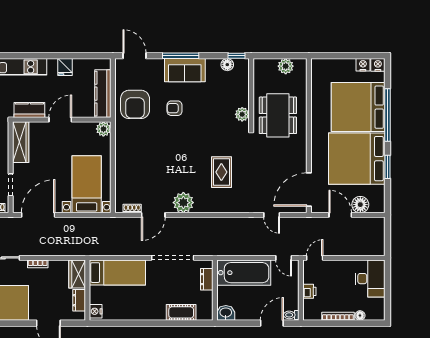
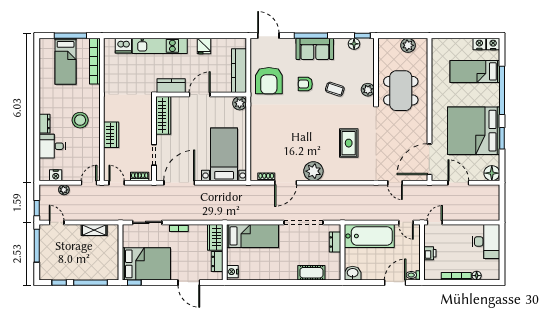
bed: (358, 107) -> (475, 71), width x0.49
coffee table: (207, 114) -> (335, 89), added
floor lamp: (360, 205) -> (492, 173), moved

